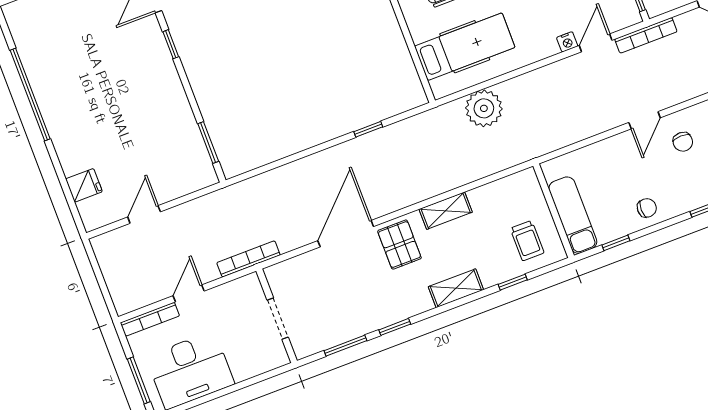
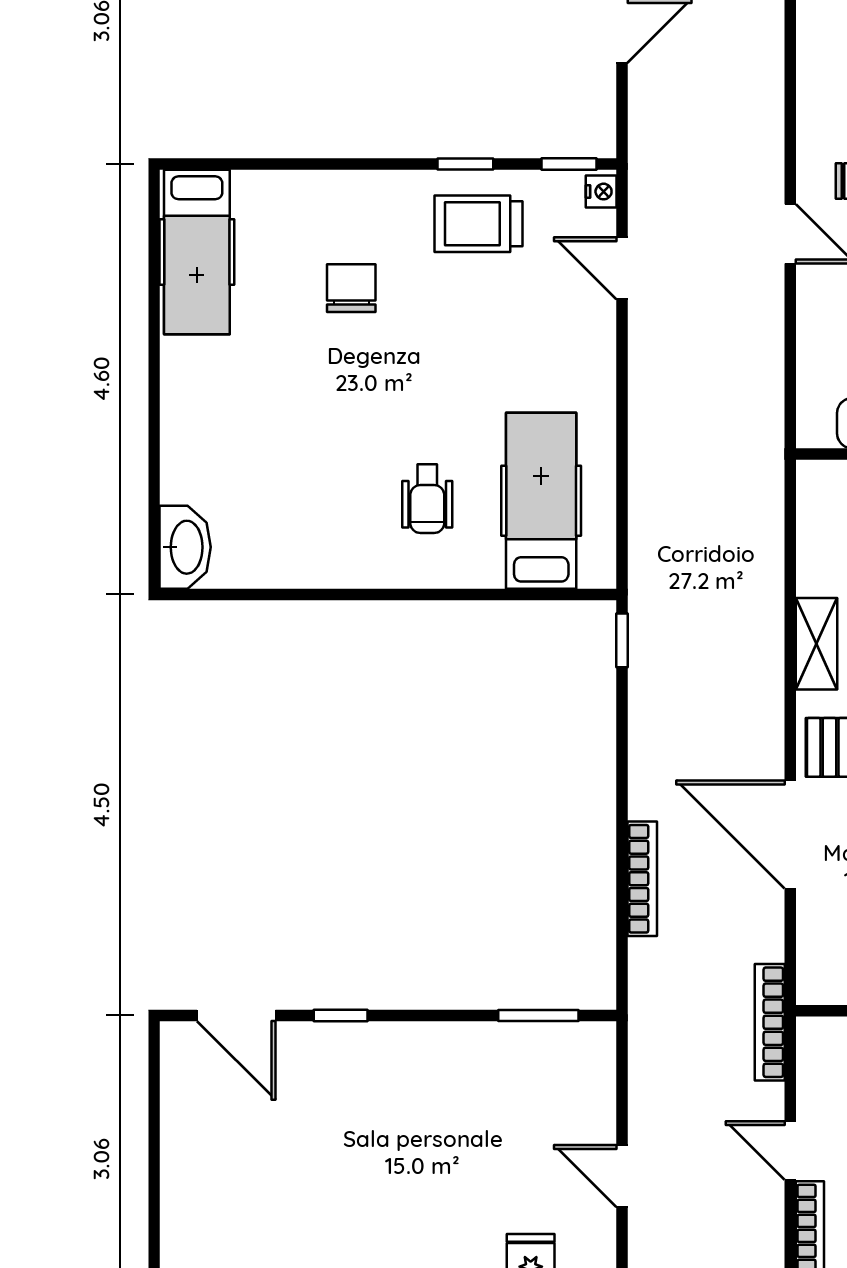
bookcase: (646, 35) -> (642, 879), moved
nightstand: (567, 42) -> (601, 192), moved
plant: (484, 108) -> (662, 508), removed
window: (368, 129) -> (622, 640), moved

